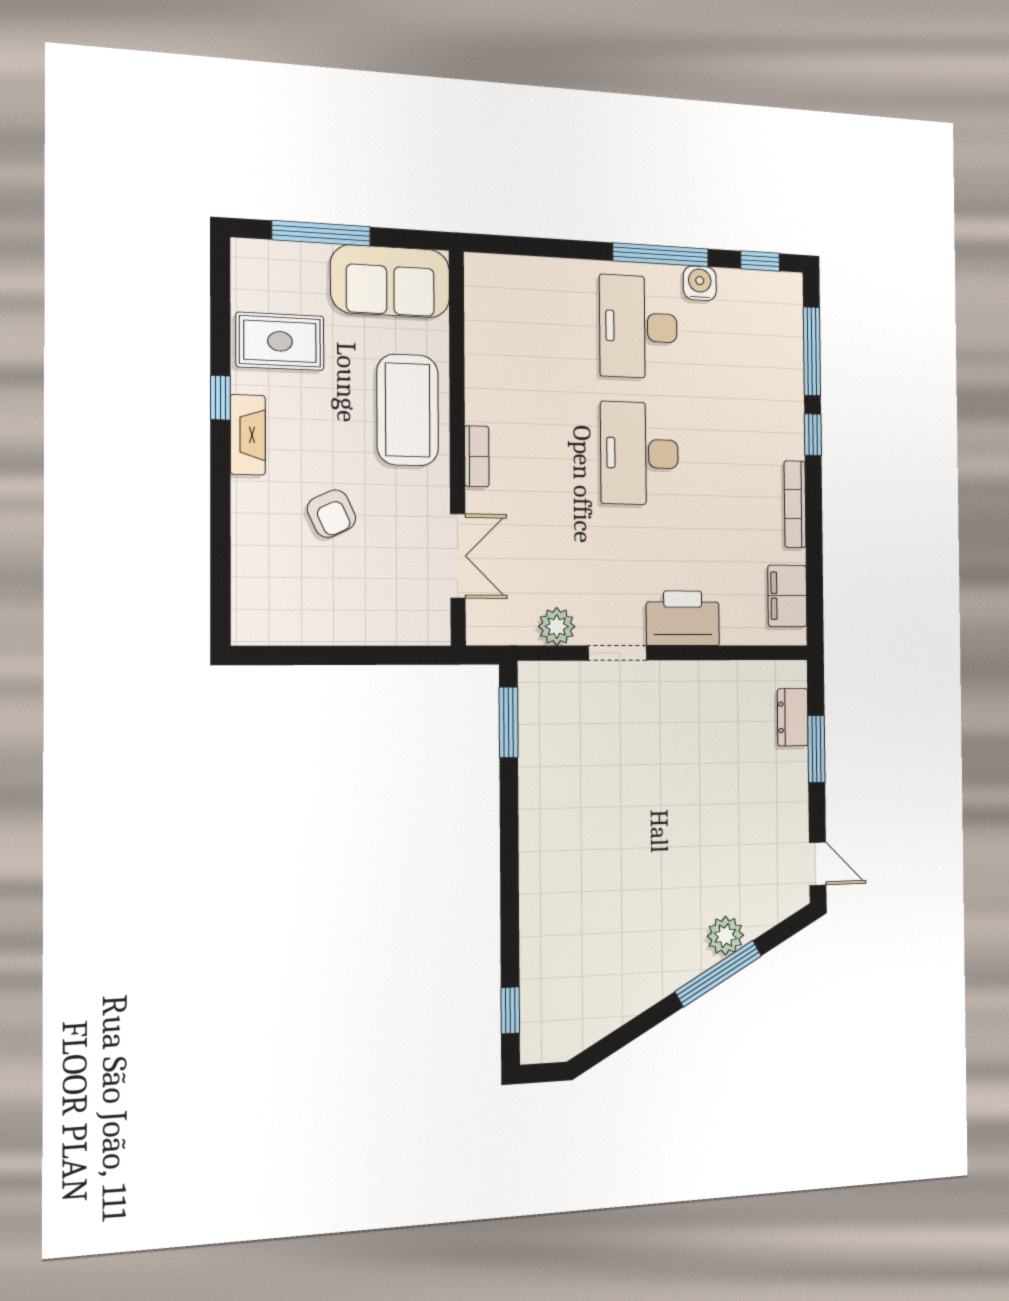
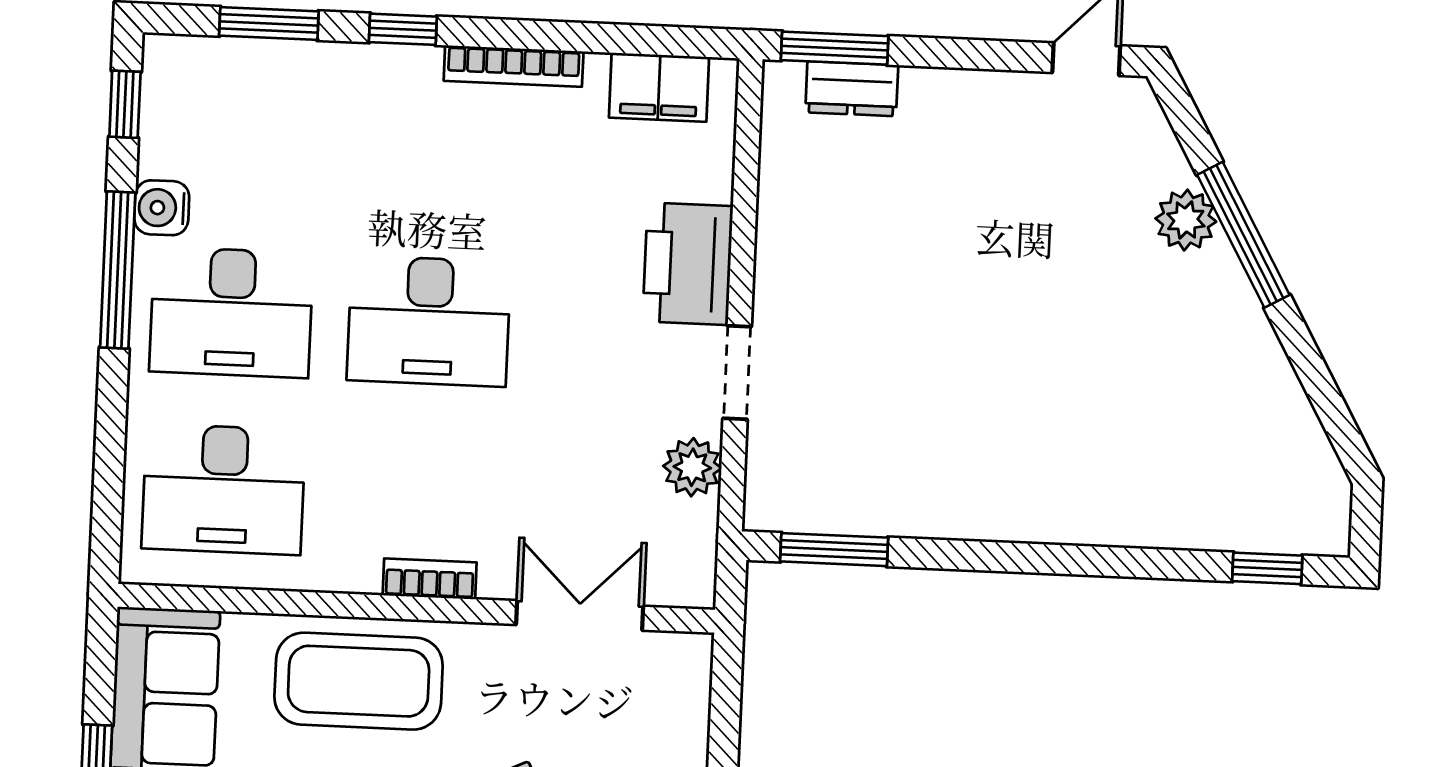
desk: (528, 321) -> (224, 489), added
window: (812, 351) -> (269, 23), width x0.69
window: (816, 749) -> (835, 48), moved

